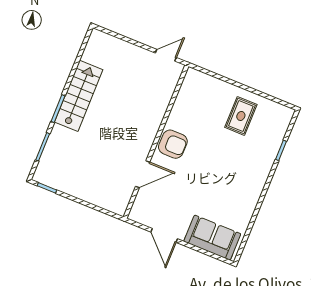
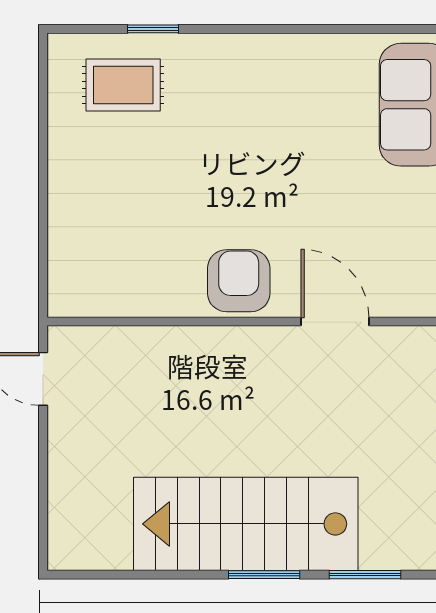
stairs: (79, 96) -> (246, 524), width x1.36, depth x1.51
rug: (241, 116) -> (123, 85), moved

